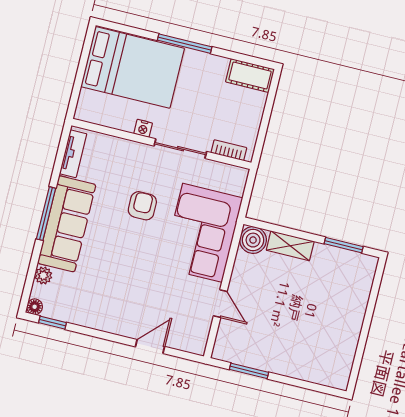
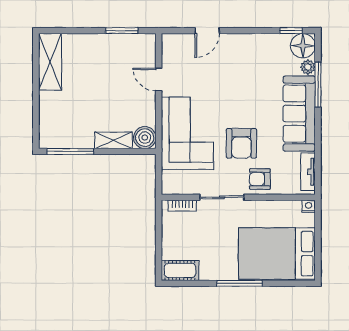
nightstand: (143, 128) -> (309, 206), moved
armchair: (131, 159) -> (260, 179), added
armchair: (142, 206) -> (241, 143), width x1.38, depth x1.38
window: (46, 214) -> (318, 85), moved
window: (344, 245) -> (70, 151), width x1.44
floor lamp: (35, 307) -> (303, 46), width x1.89, depth x1.89
shelving: (341, 355) -> (50, 62), added

